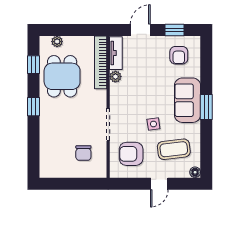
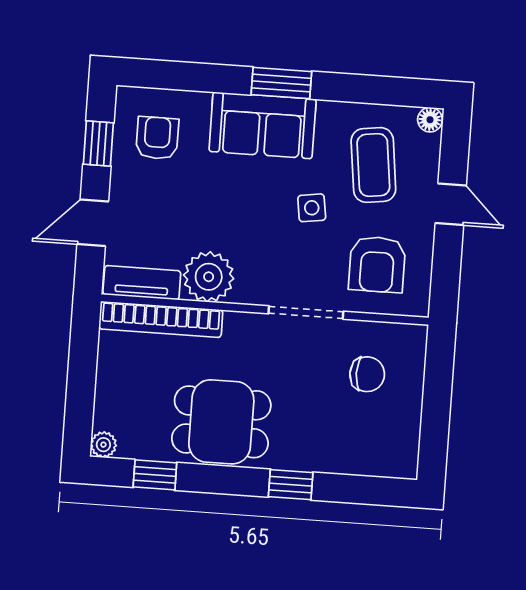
door: (140, 30) -> (93, 223), hinge flipped
plant: (57, 42) -> (103, 445), moved
armchair: (179, 55) -> (157, 138), turned -90
dining table: (62, 76) -> (221, 422), moved
plant: (115, 77) -> (209, 277), width x1.88, depth x1.88
window: (33, 107) -> (291, 485), moved

